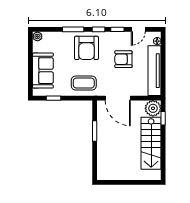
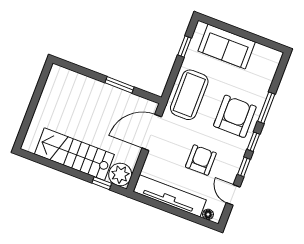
plant: (37, 36) -> (275, 56), removed
armchair: (86, 48) -> (235, 116), turned 90
coffee table: (84, 83) -> (189, 95), width x1.36, depth x1.32

